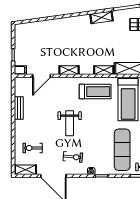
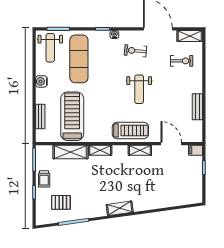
shelving: (101, 17) -> (120, 208), moved
door: (42, 76) -> (171, 144), hinge flipped
treadmill: (95, 92) -> (130, 130), moved, turned 180
weight bench: (70, 123) -> (139, 89), turned 180

